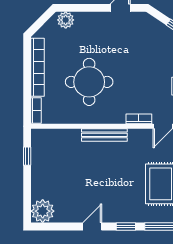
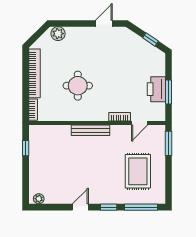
round table: (89, 82) -> (78, 86), width x0.73, depth x0.73
plant: (43, 211) -> (39, 199), width x0.53, depth x0.53

